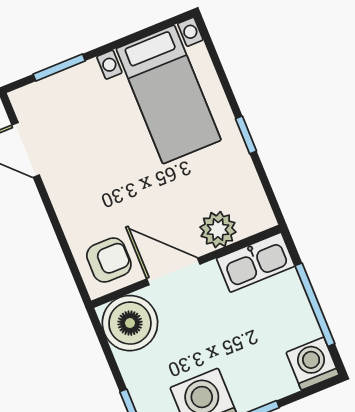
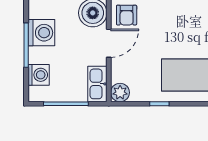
plant: (218, 230) -> (120, 93), moved
washing machine: (313, 364) -> (39, 75), moved

